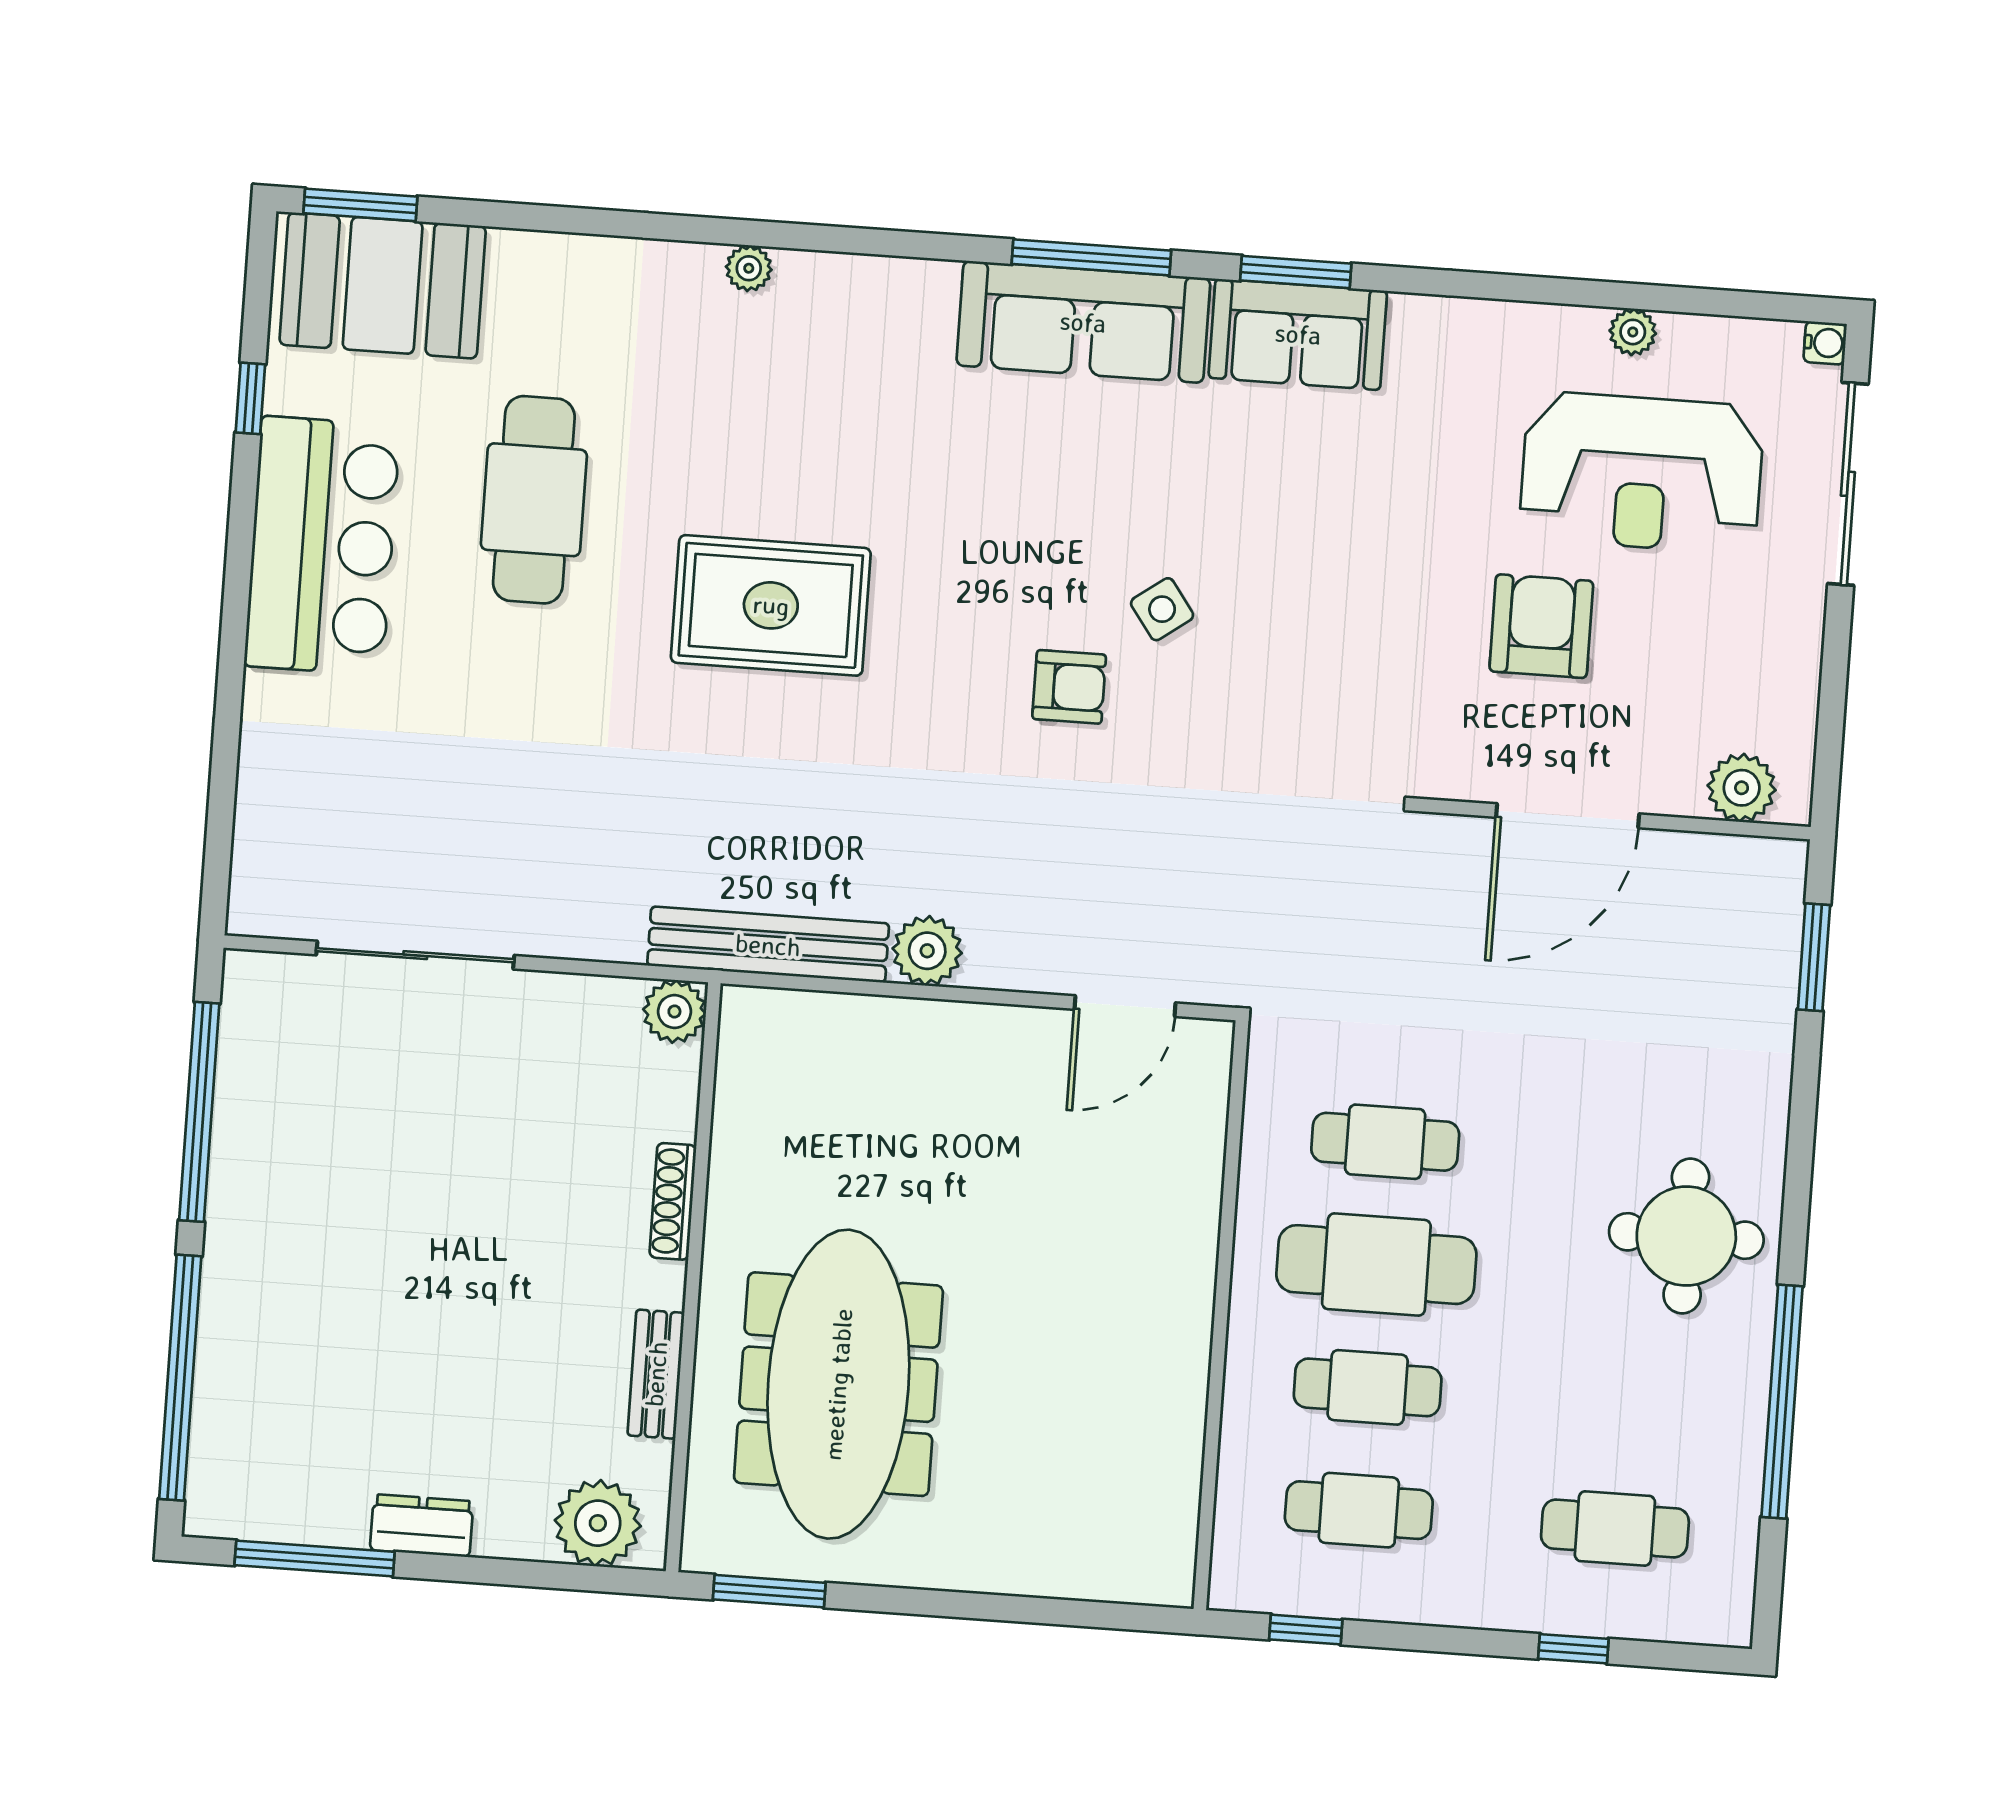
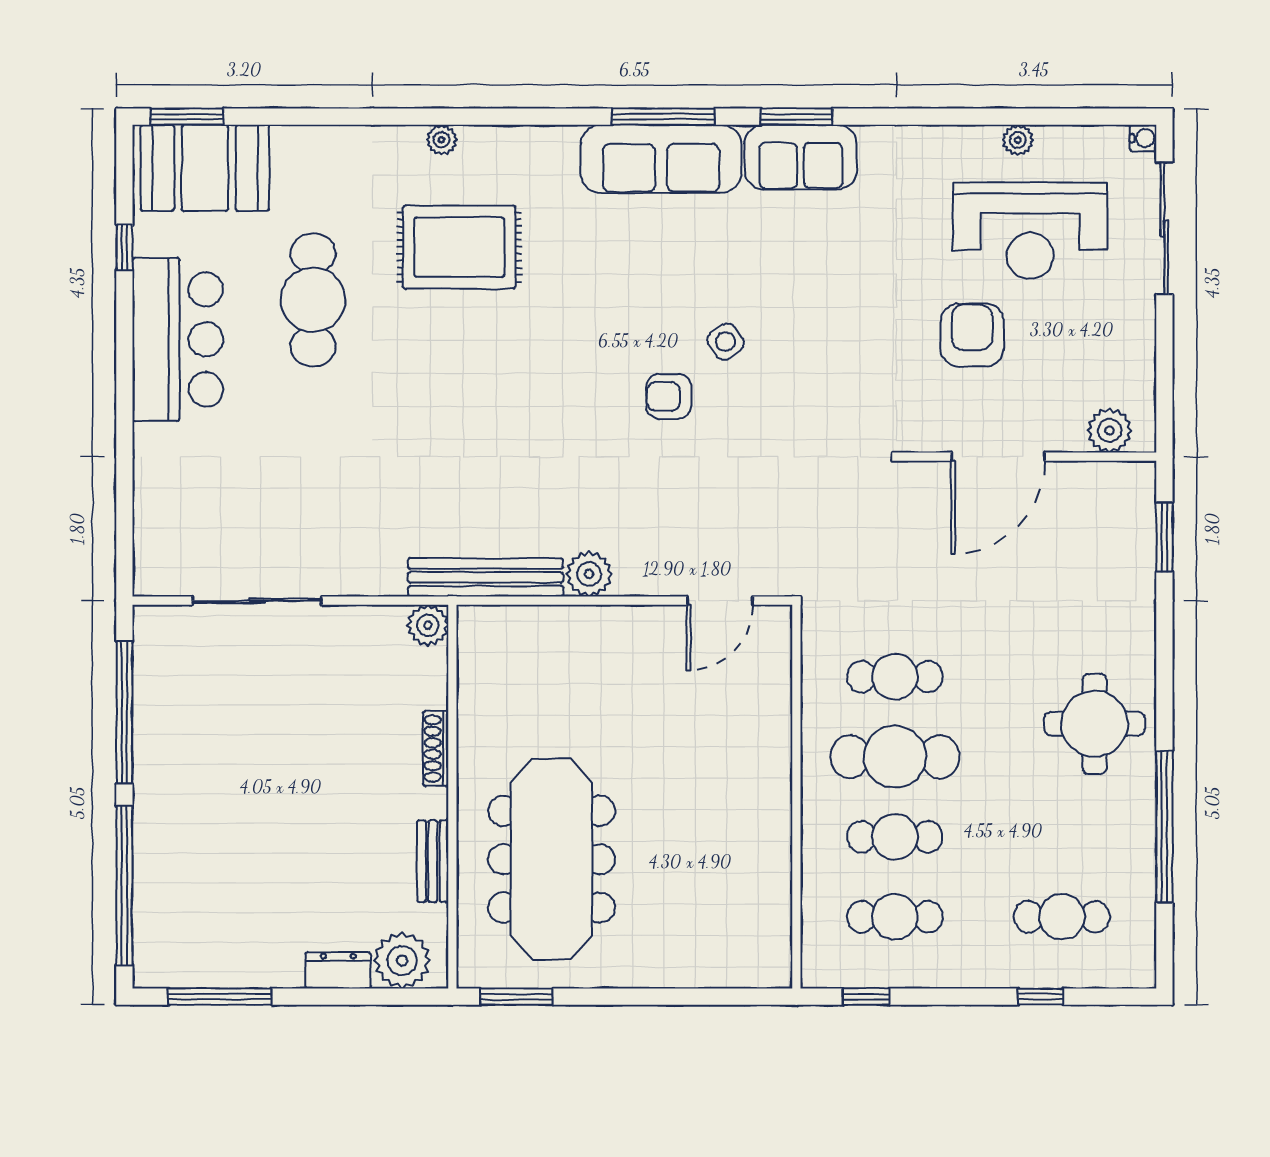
rug: (771, 605) -> (459, 247), moved
armchair: (1069, 687) -> (669, 396), turned 180
dresser: (422, 1526) -> (338, 970), moved

